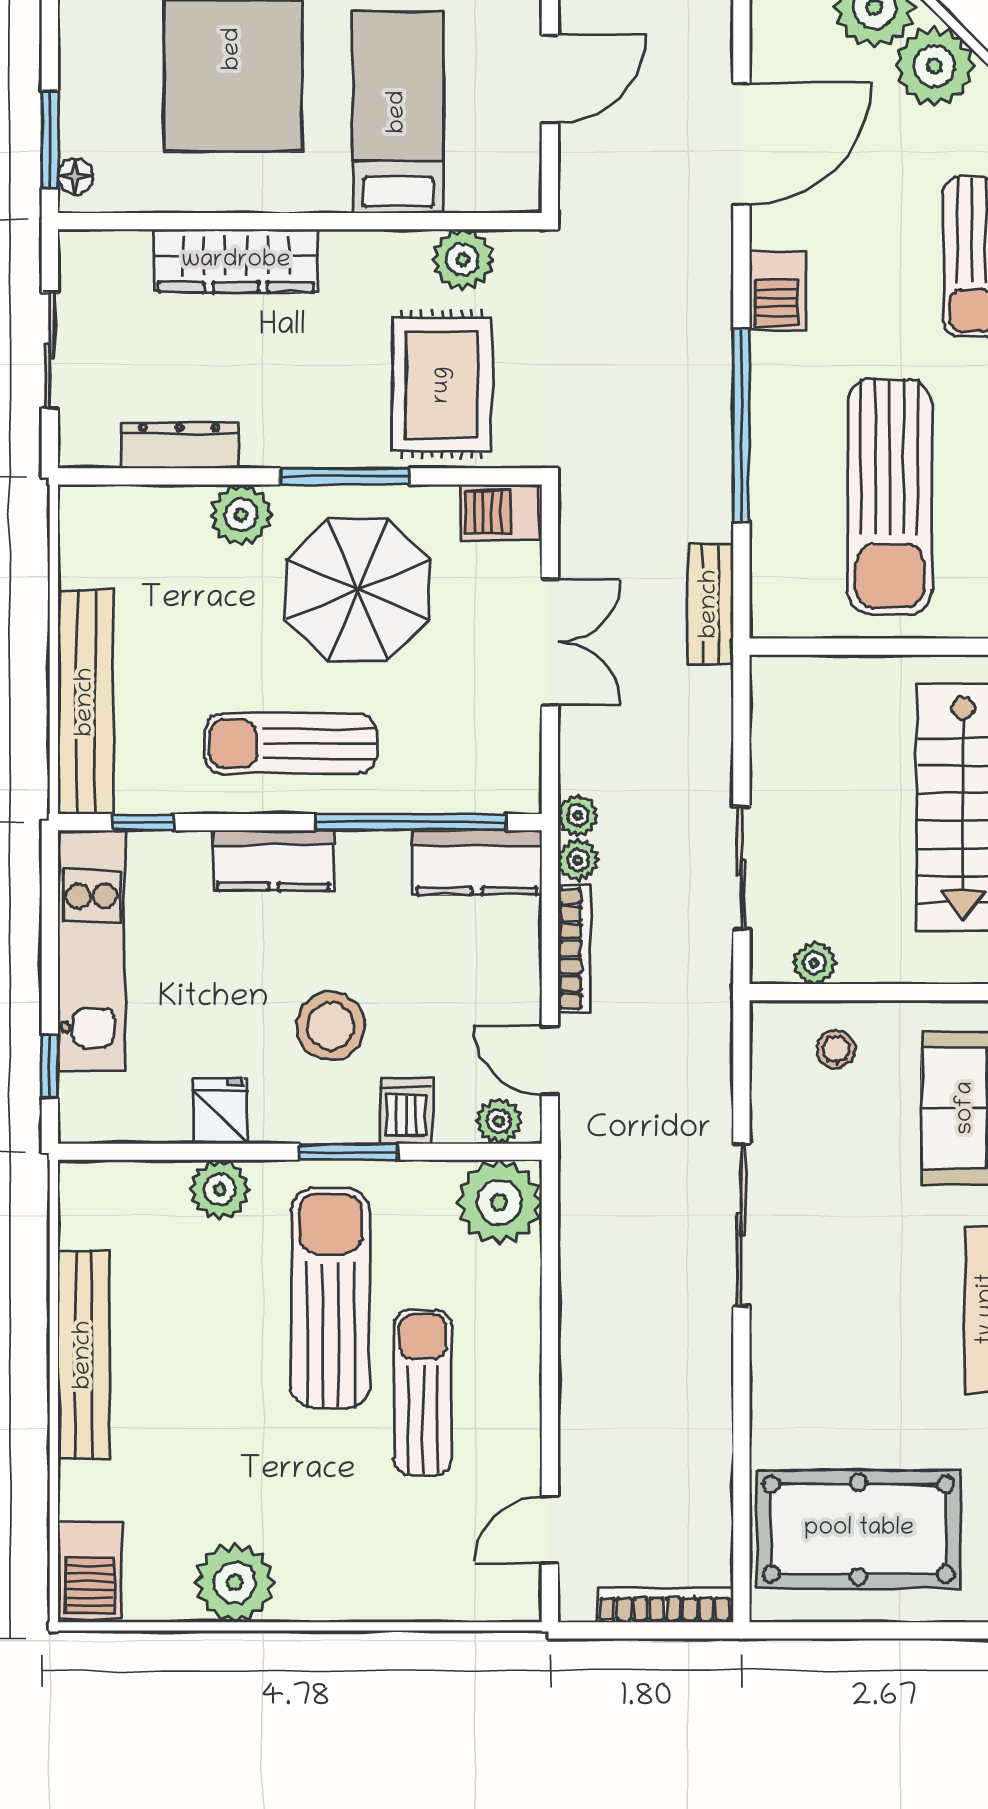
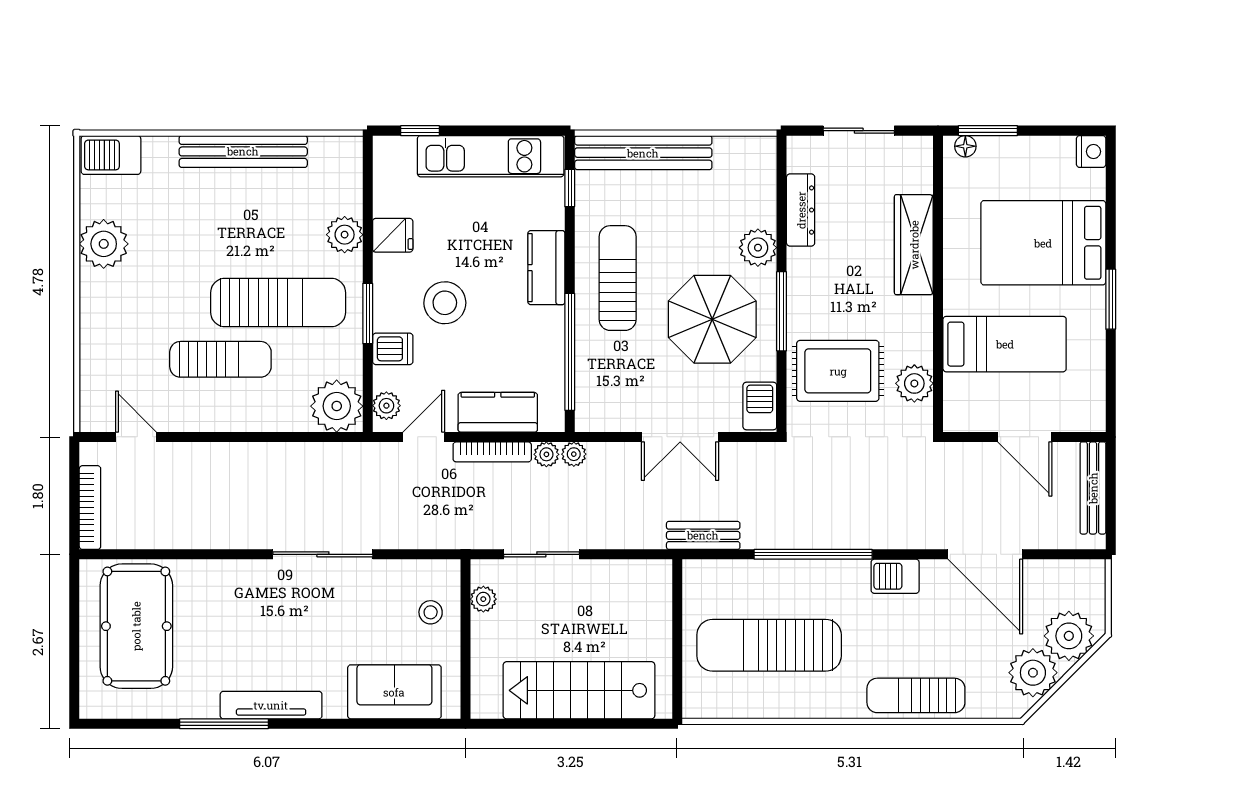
kitchen counter: (477, 862) -> (498, 412), moved, turned 90

